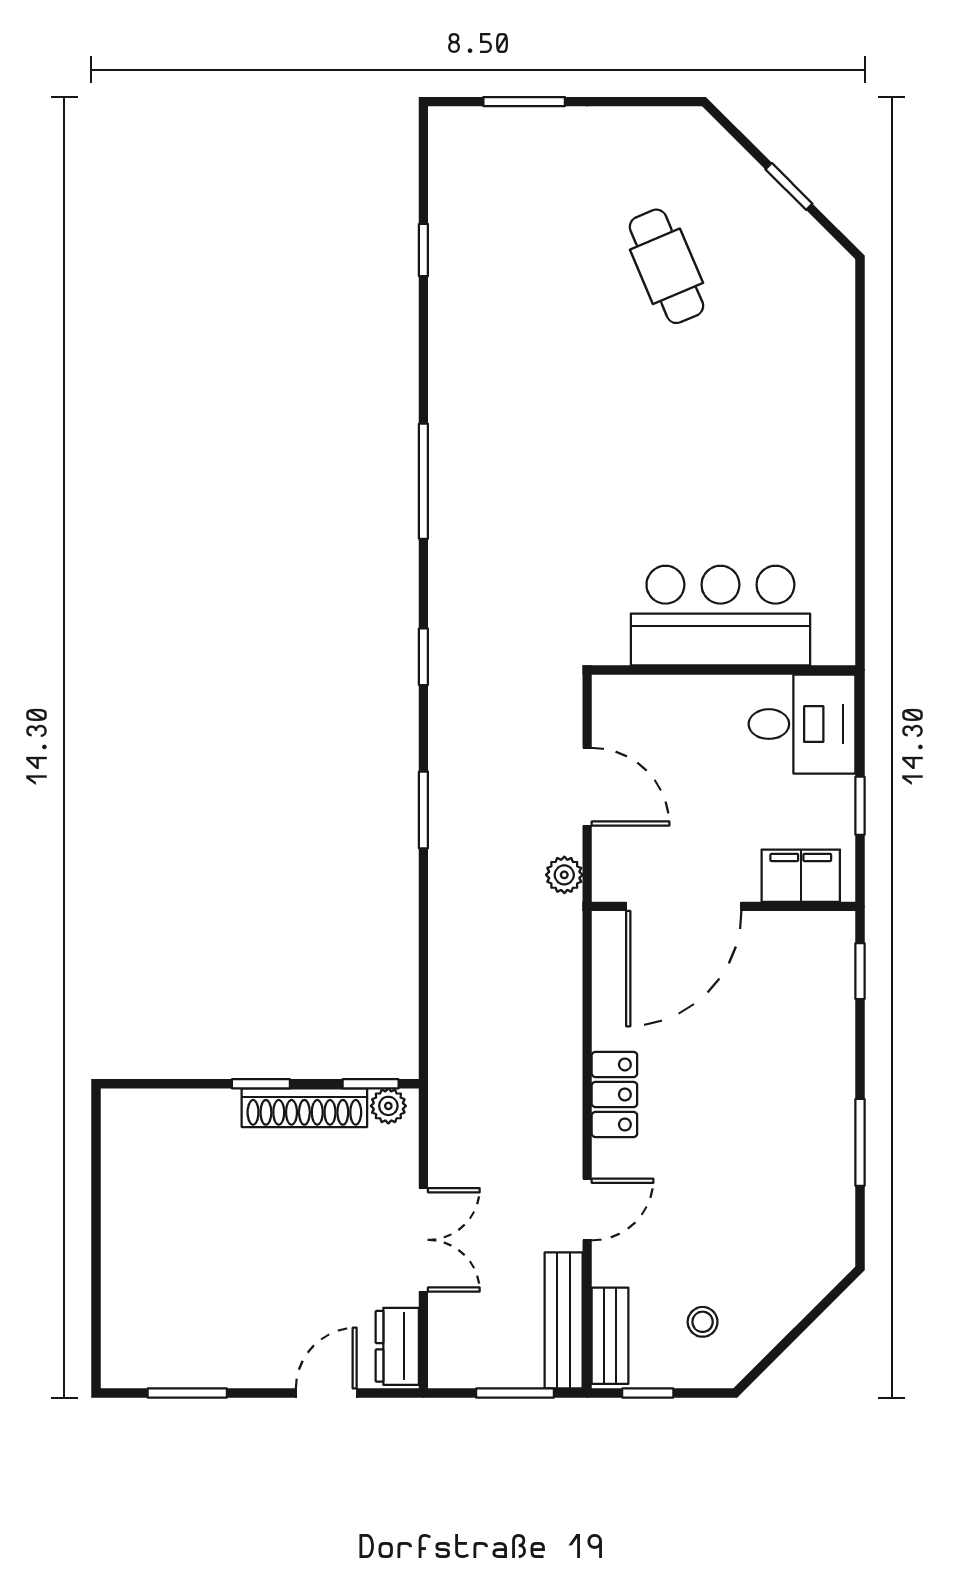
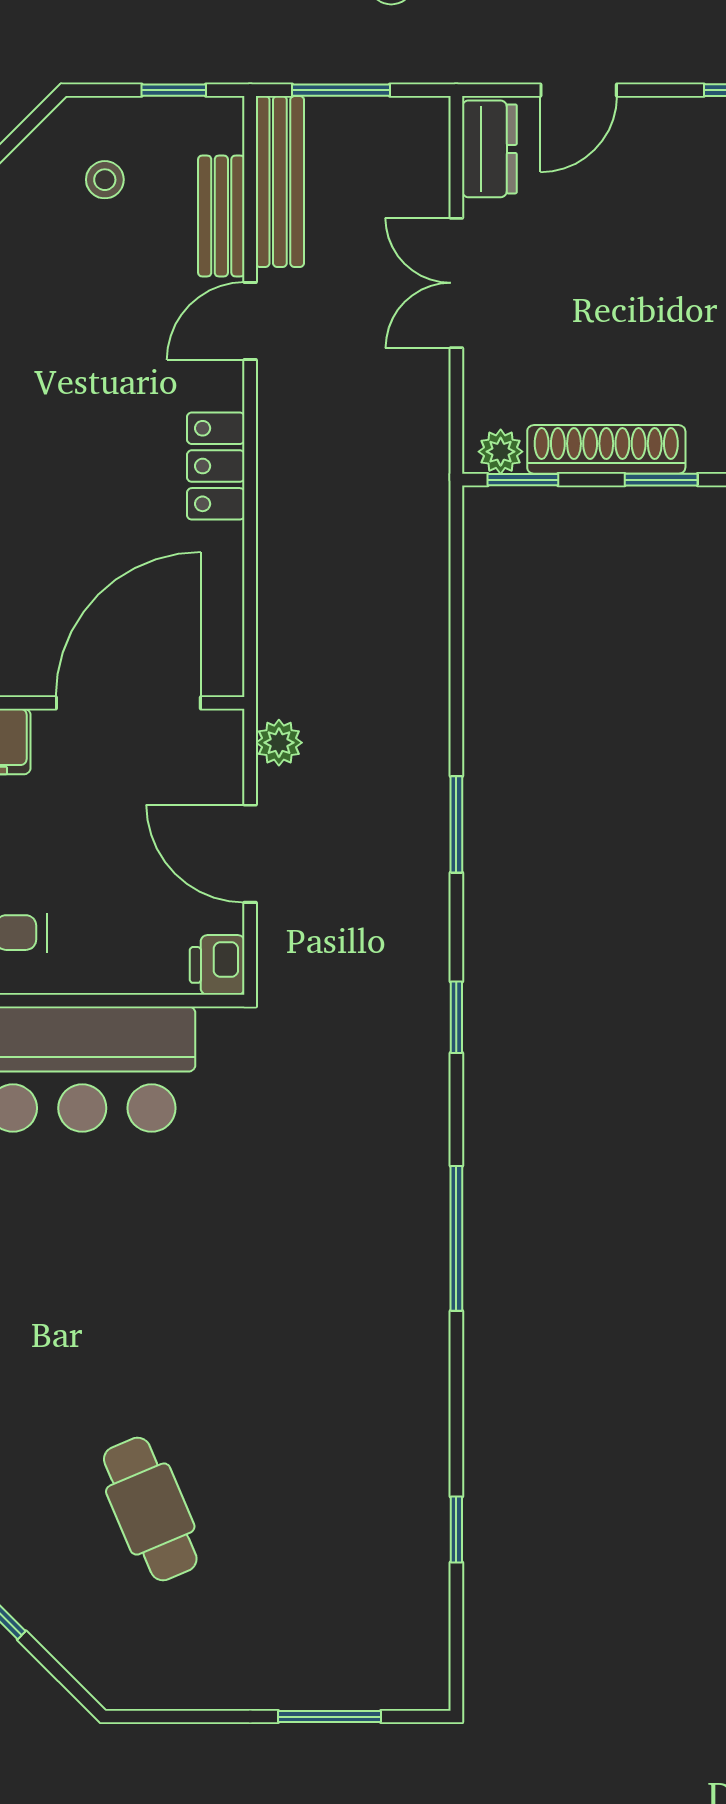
printer: (613, 698) -> (217, 965), added
bench: (610, 1336) -> (221, 216), moved

